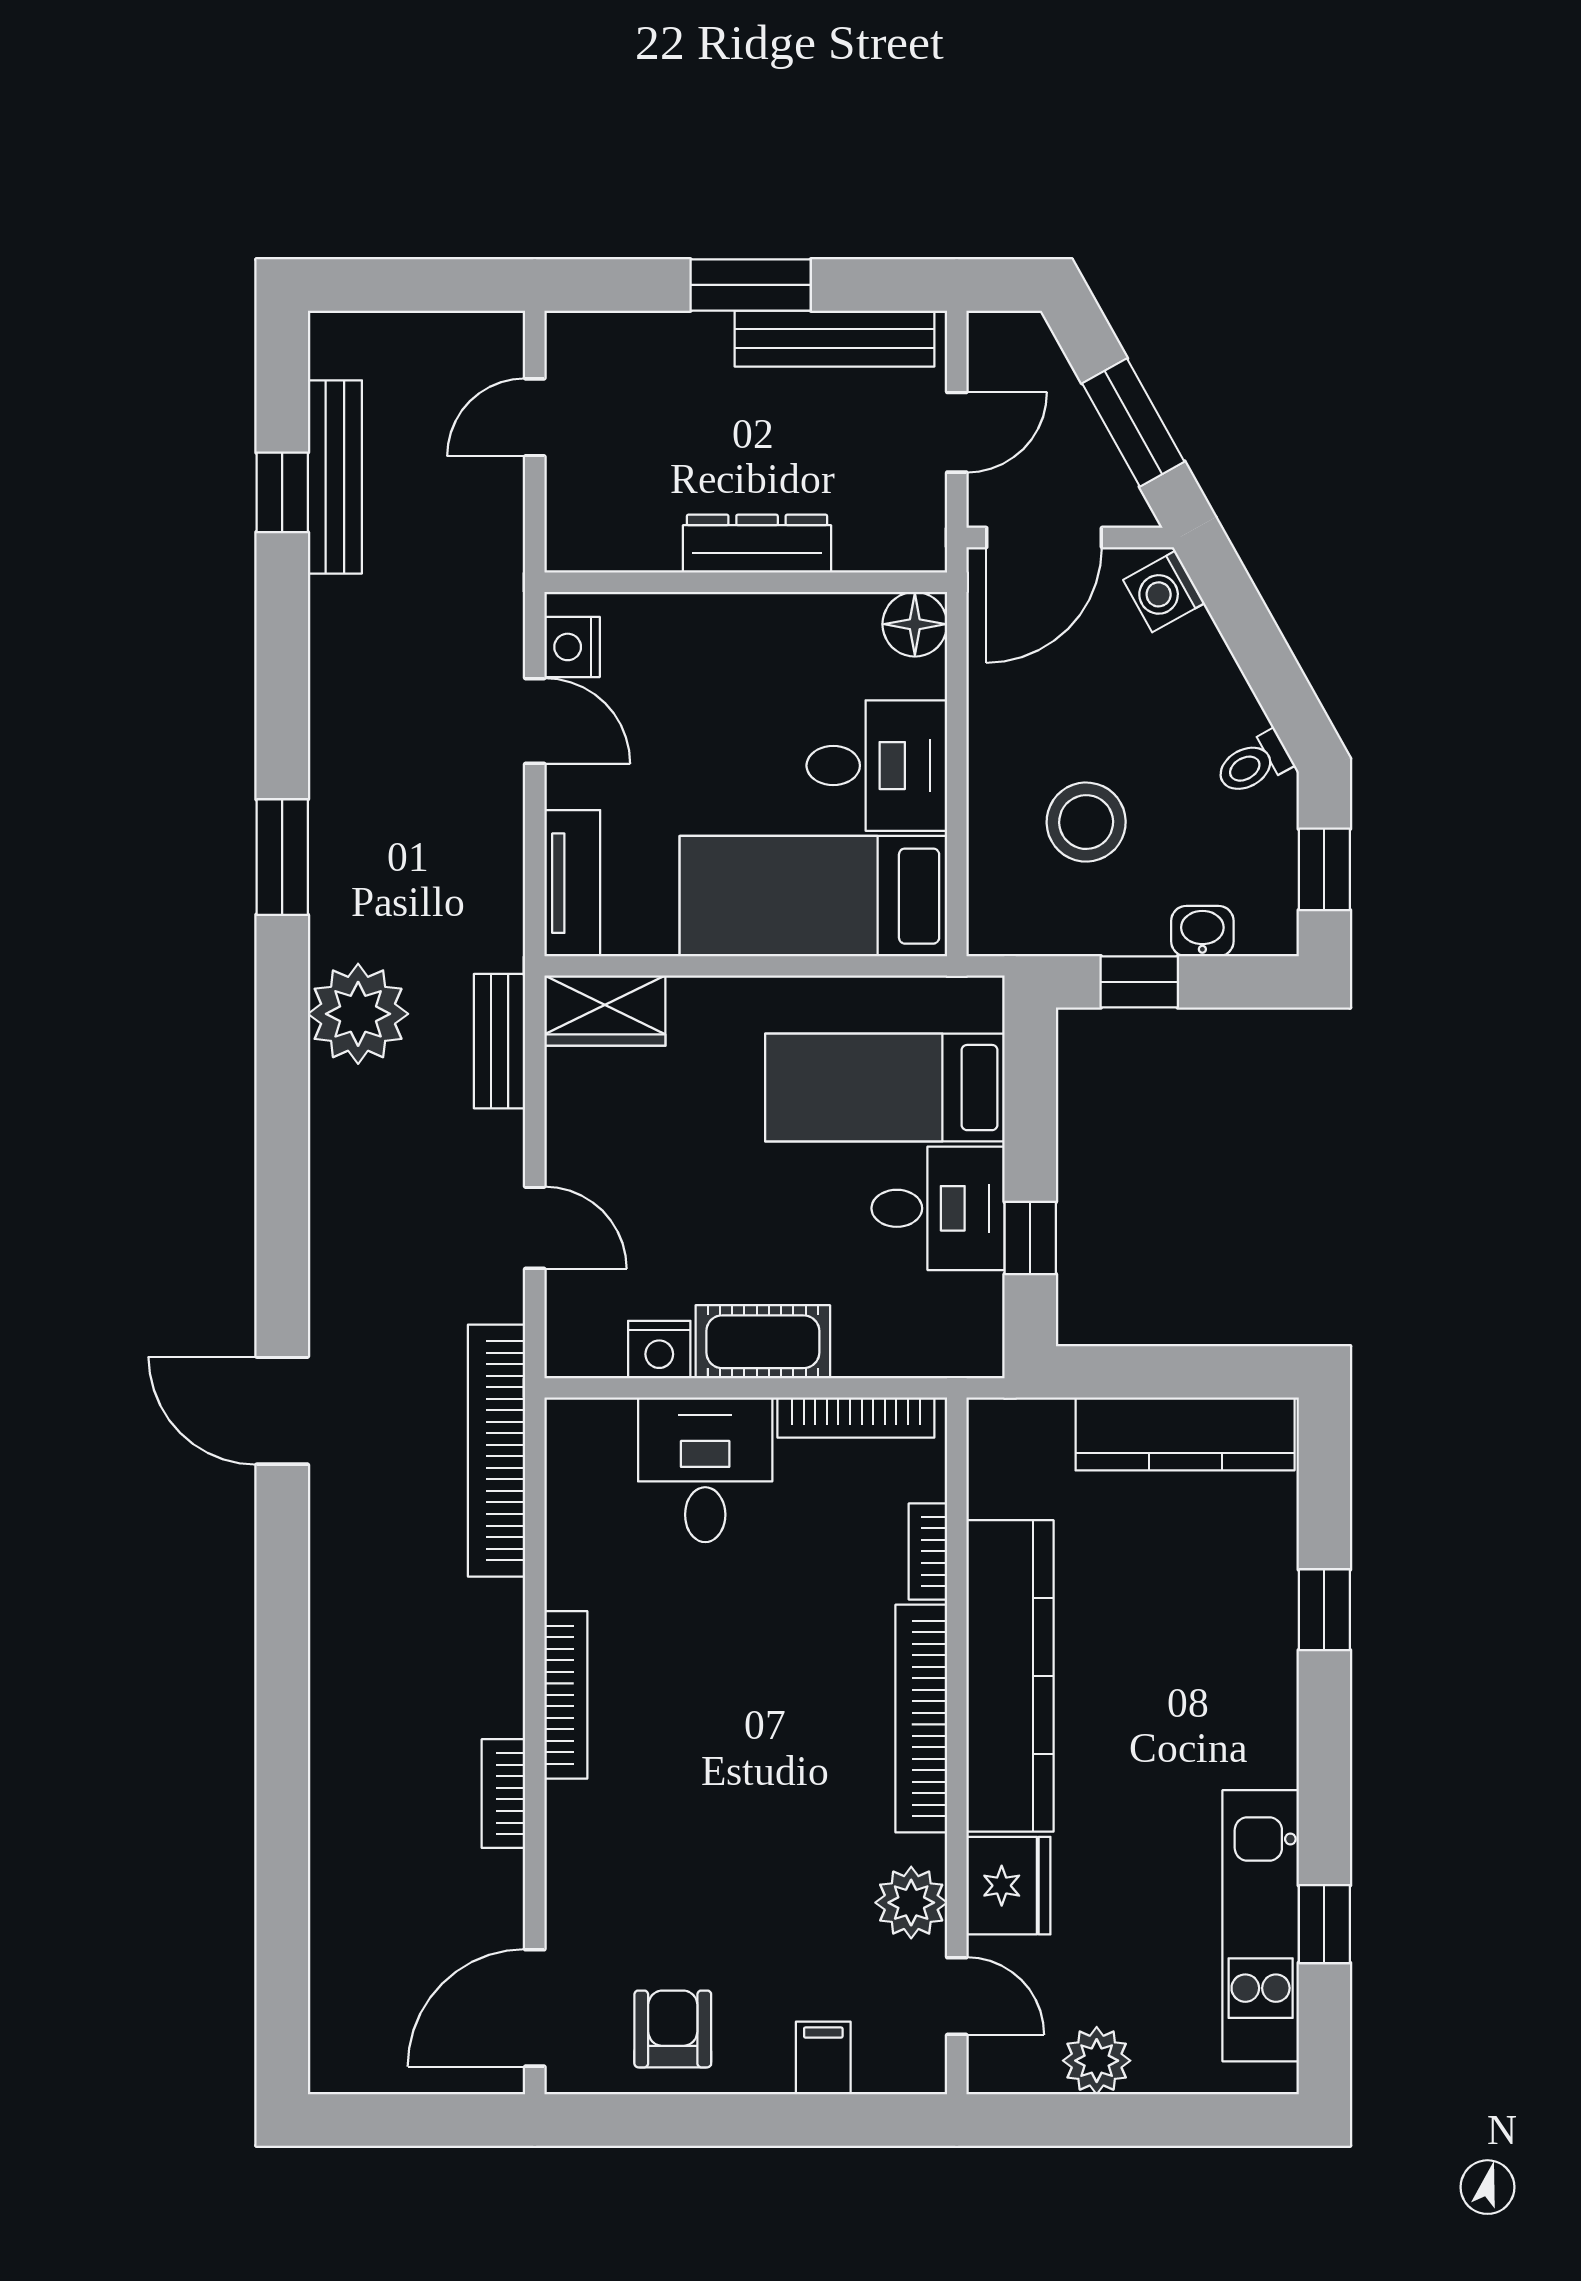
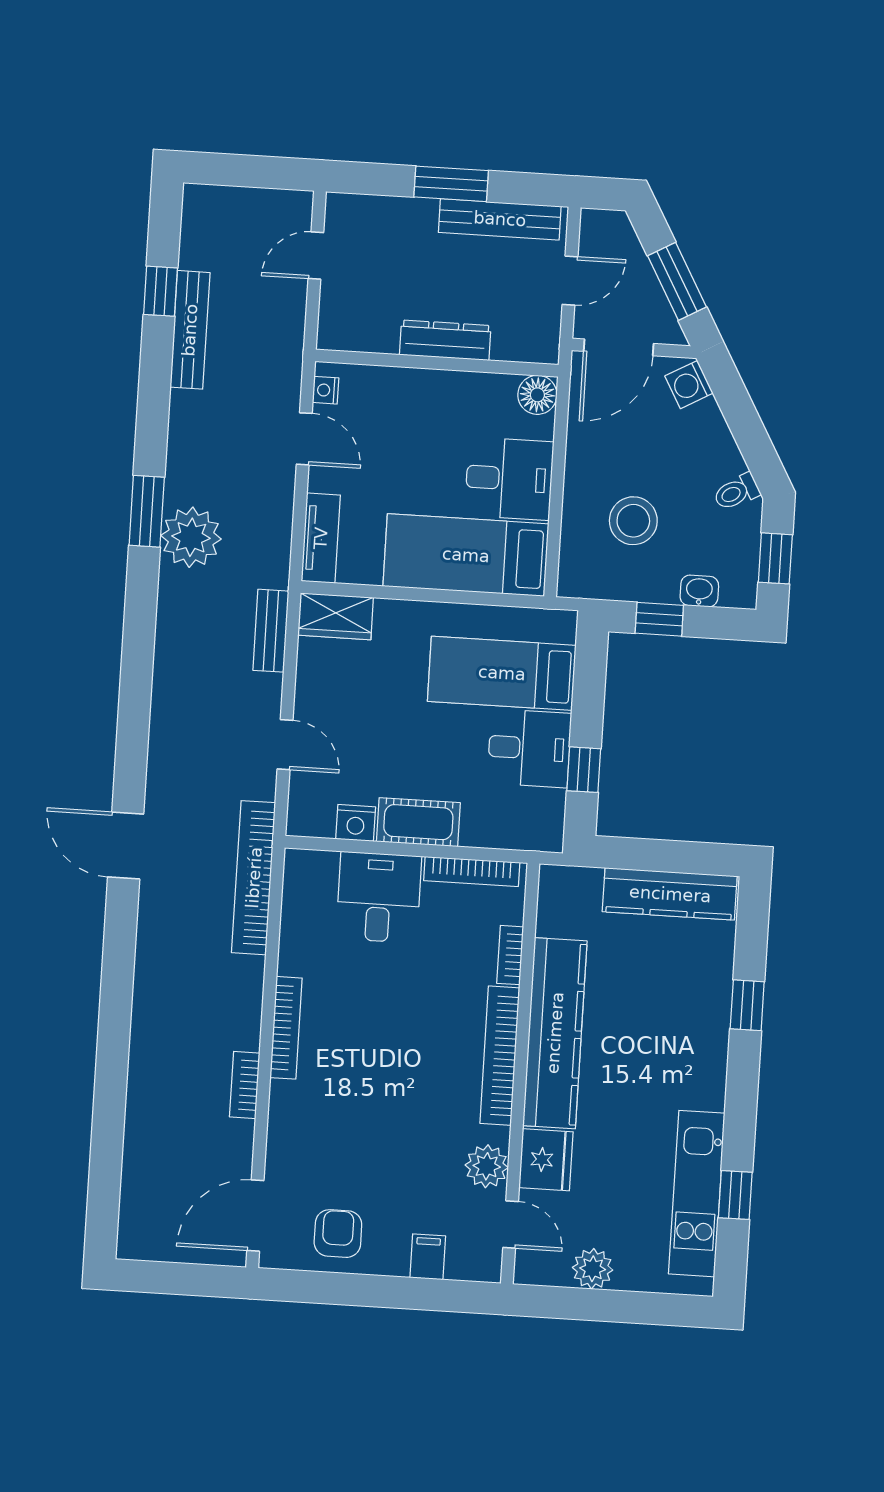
bench: (335, 477) -> (190, 330), moved
nightstand: (572, 647) -> (326, 390), width x0.72, depth x0.74
plant: (358, 1014) -> (191, 537), moved

